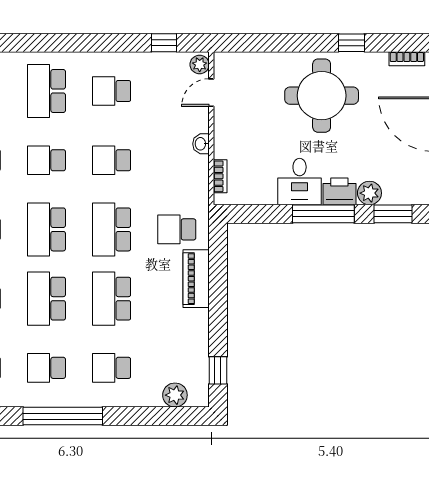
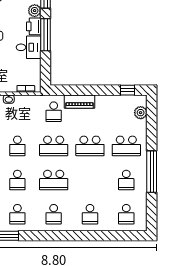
school desk: (46, 299) -> (90, 180), removed
school desk: (112, 368) -> (126, 146), width x1.85

